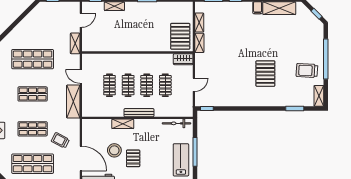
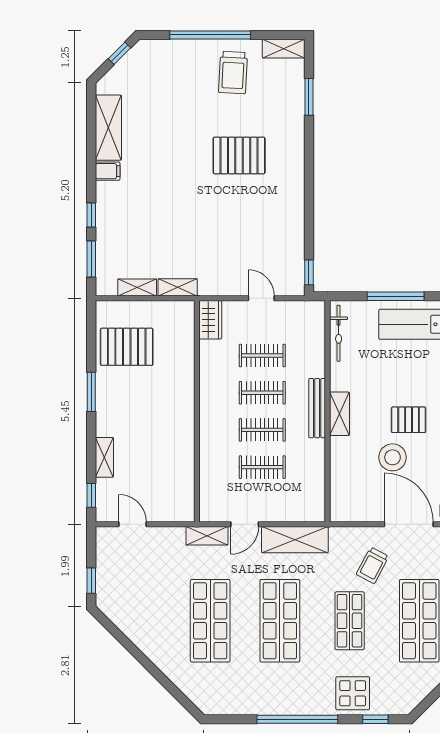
pallet: (180, 36) -> (127, 347), moved
shelving: (75, 43) -> (207, 536), moved
shop shelf: (33, 94) -> (280, 621), width x1.43, depth x1.36
shelving: (123, 124) -> (339, 414), moved
door: (81, 158) -> (409, 524), hinge flipped

